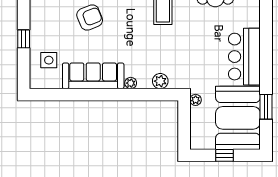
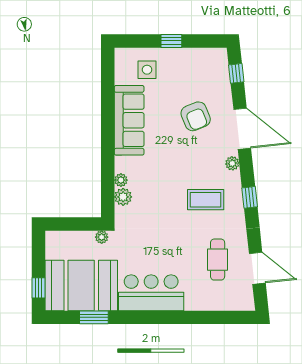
plant: (131, 83) -> (121, 180), moved
window: (224, 155) -> (38, 288), moved

